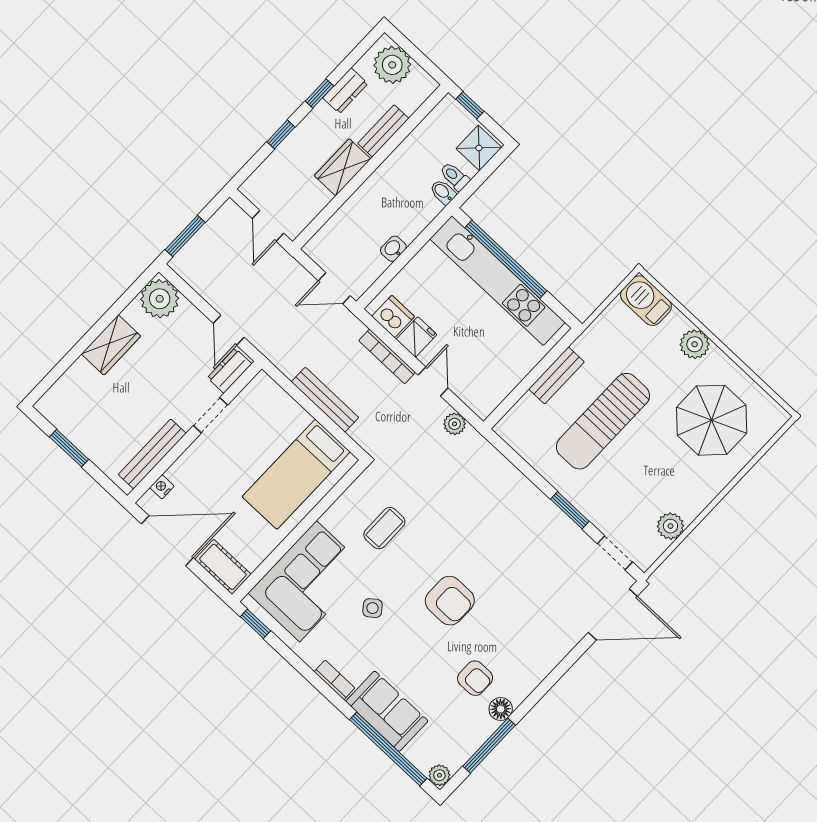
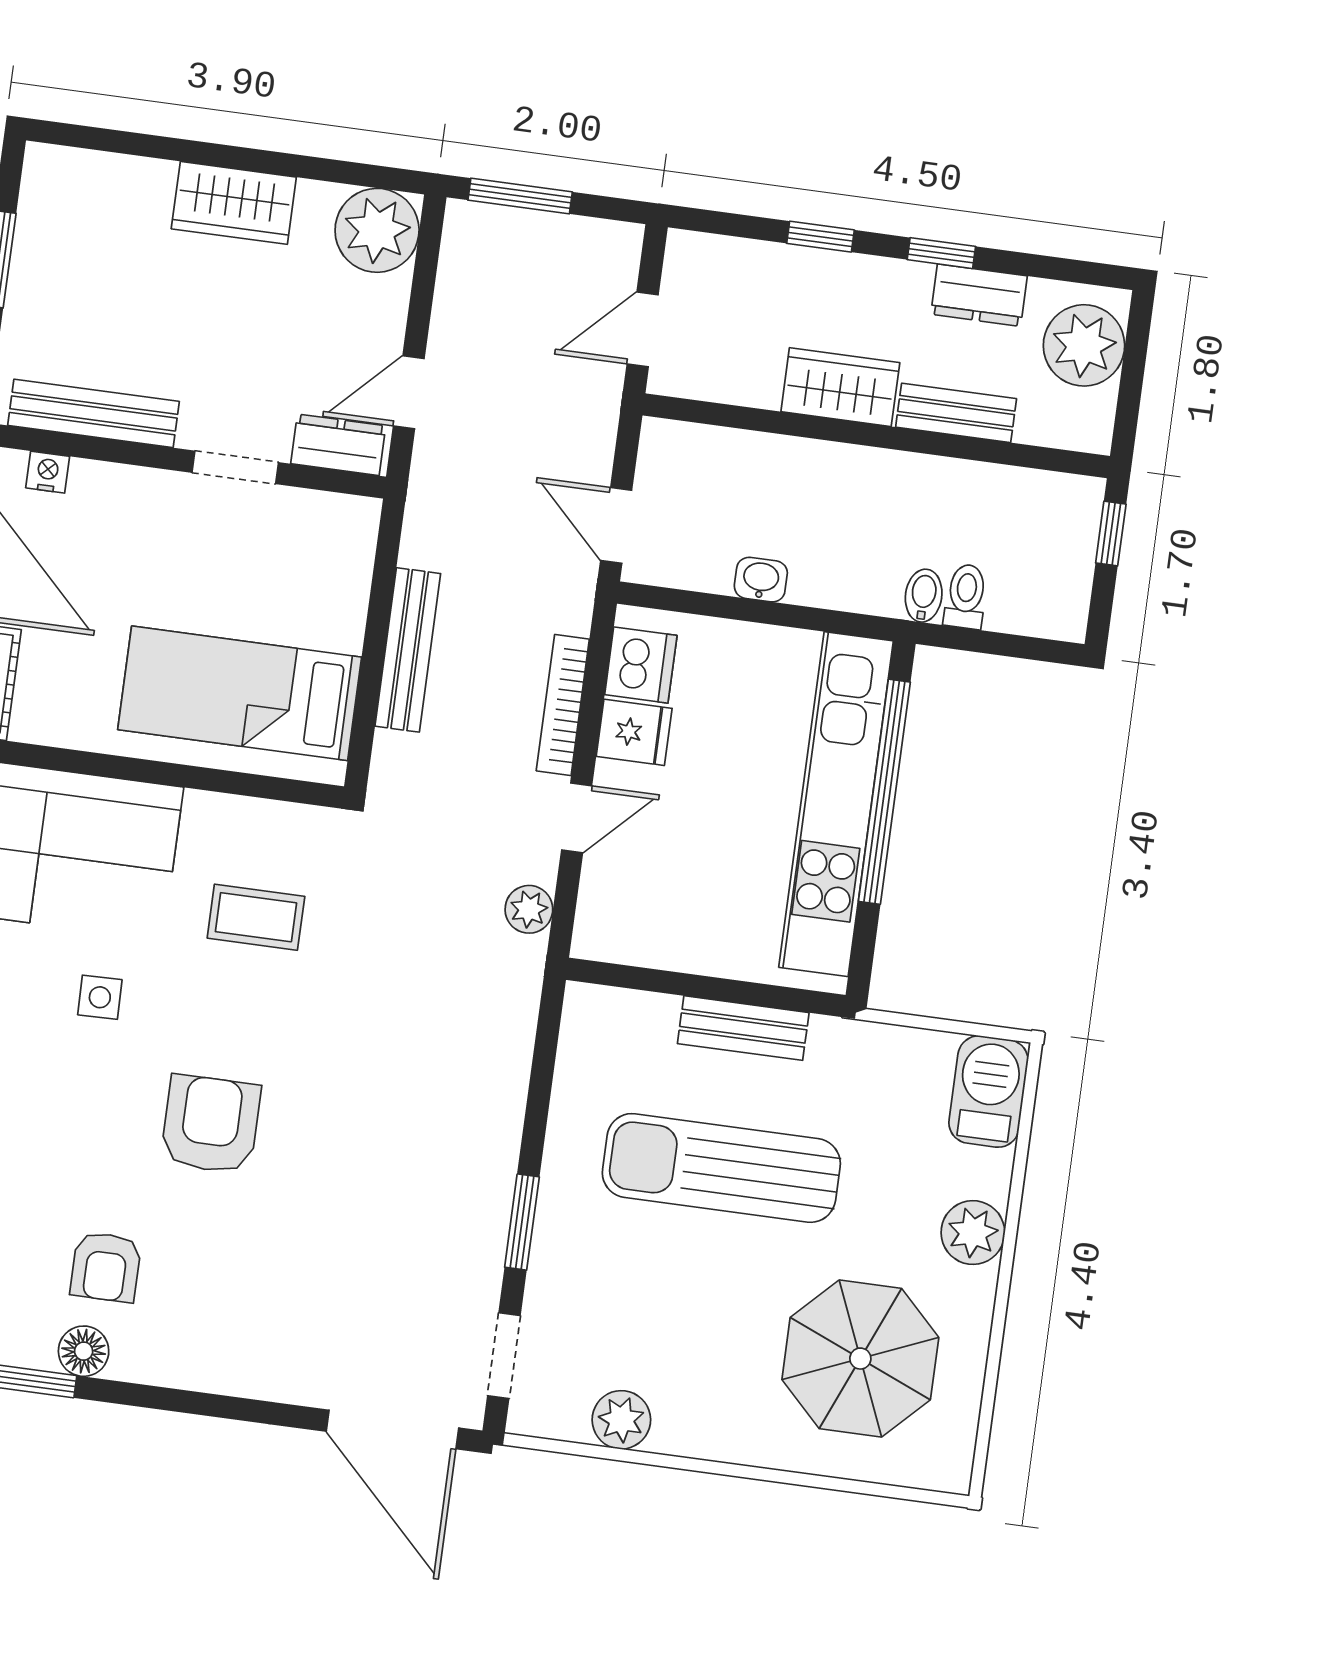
shower: (479, 148) -> (1047, 603), removed
armchair: (450, 601) -> (211, 1124), turned 180
side table: (372, 608) -> (100, 997), turned 37

